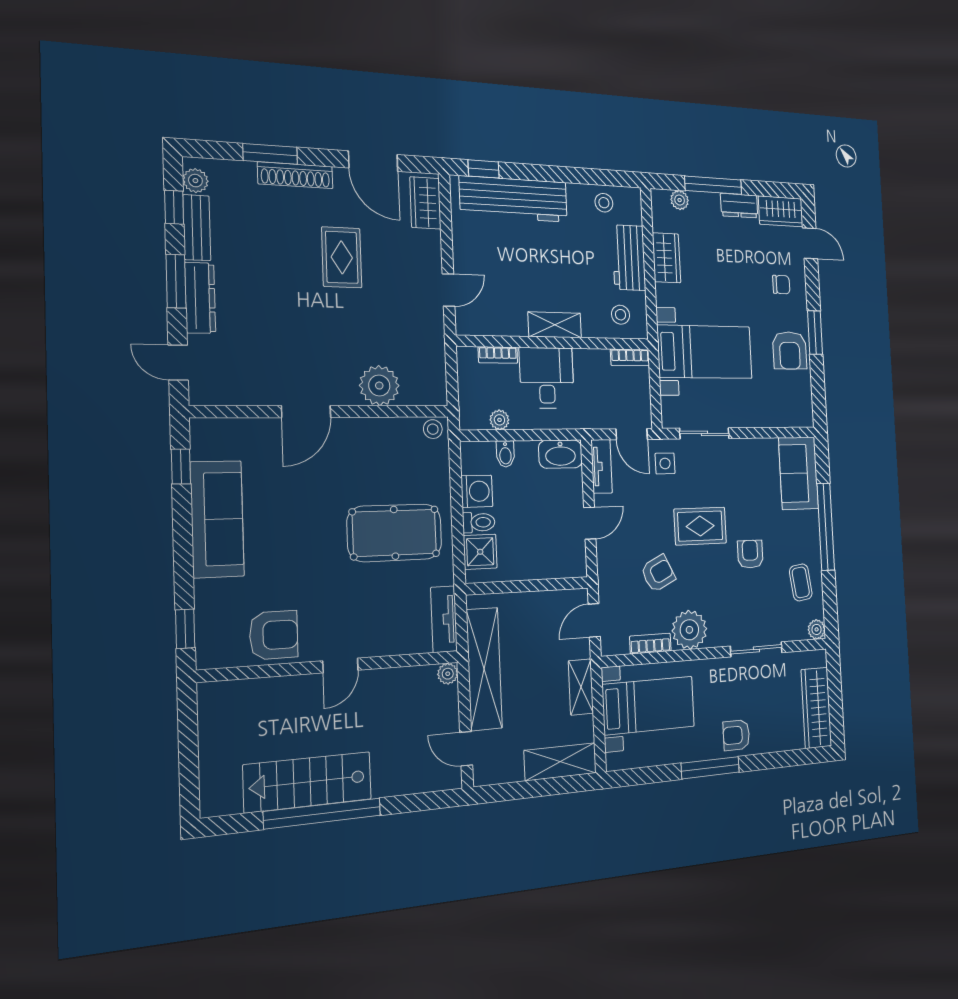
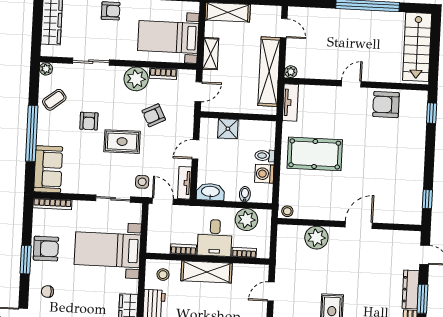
shelving: (555, 325) -> (207, 272), width x1.50, depth x1.33
armchair: (790, 350) -> (46, 249), turned 90
bookcase: (630, 357) -> (183, 249), moved
plant: (499, 420) -> (246, 220), width x1.88, depth x1.88
bookcase: (788, 420) -> (52, 204), added
sofa: (217, 519) -> (411, 170), removed
shower: (480, 552) -> (228, 129), moved
coffee table: (801, 582) -> (54, 100), turned 60
stairs: (308, 782) -> (417, 47), moved, turned 90

